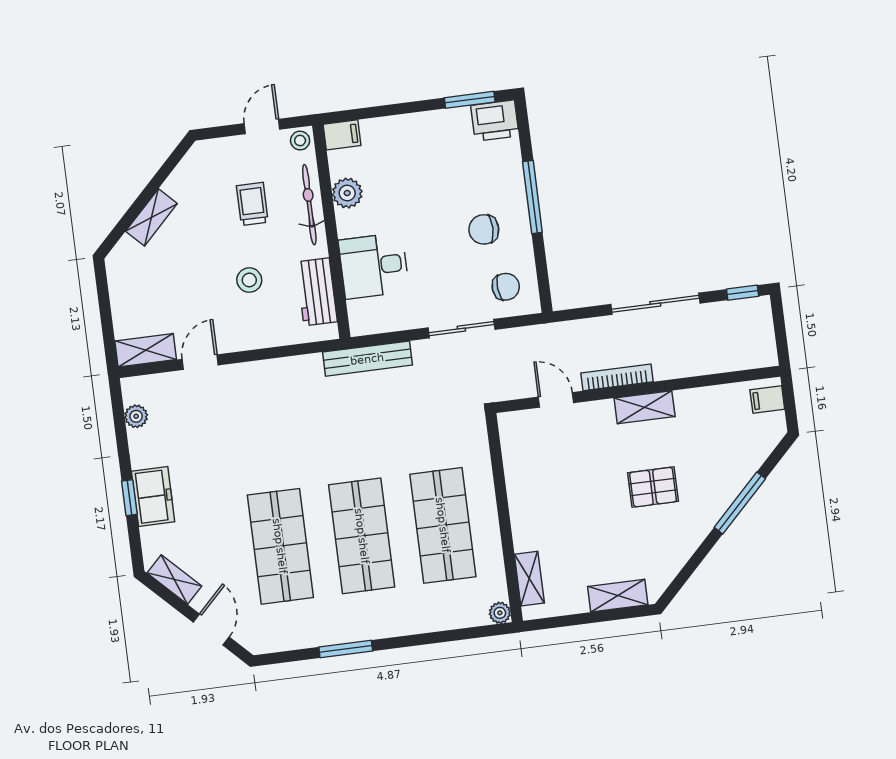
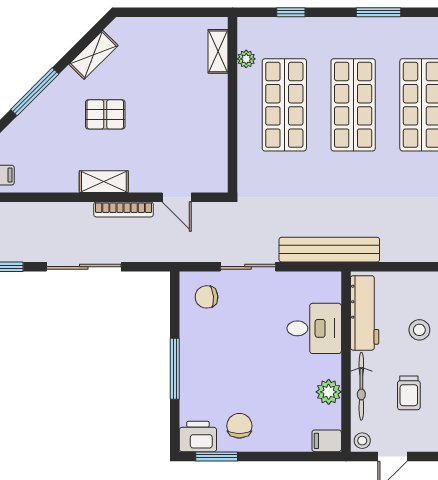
chair: (484, 229) -> (239, 426), moved, turned -90
workbench: (317, 292) -> (365, 313), width x1.37
bench: (367, 359) -> (329, 250), width x1.37, depth x1.21
shelving: (618, 596) -> (93, 55), moved, turned -45
plant: (500, 613) -> (246, 59), moved
window: (449, 636) -> (291, 12), added

